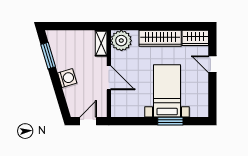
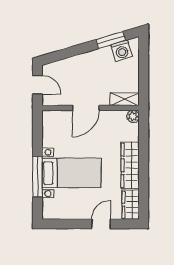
plant: (121, 41) -> (133, 116), width x0.53, depth x0.53
washing machine: (67, 78) -> (122, 50), moved
window: (170, 121) -> (37, 177), width x1.44

